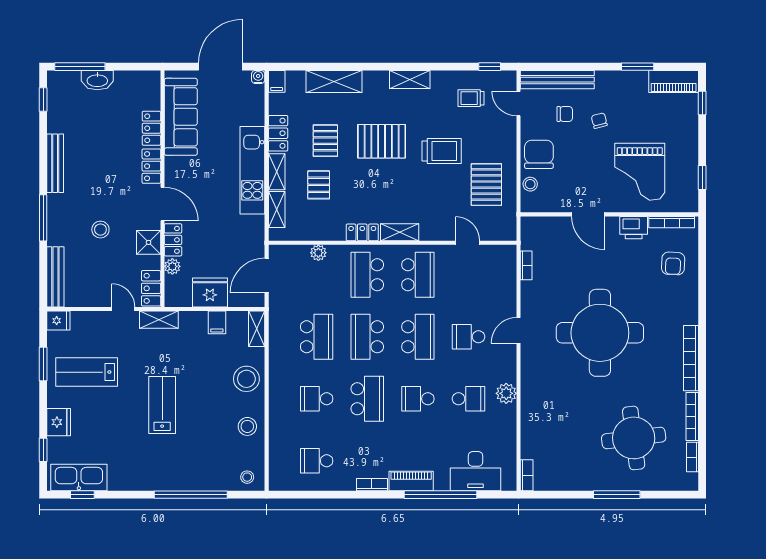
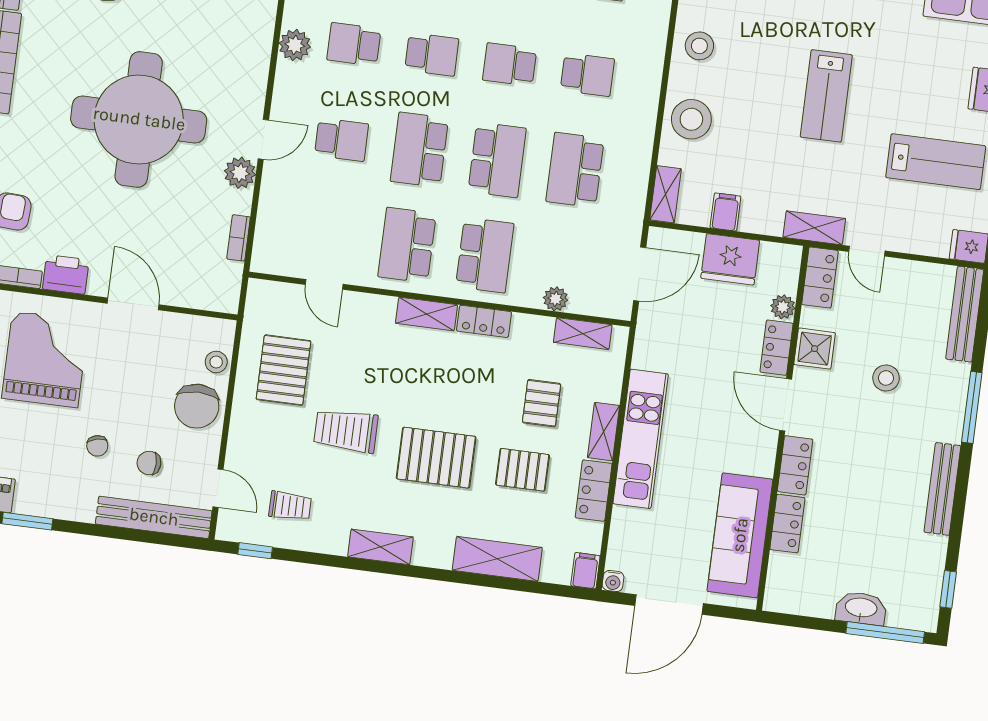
pallet: (325, 141) -> (522, 470), turned 90
shelving: (277, 210) -> (583, 334), moved, turned 90
plant: (531, 307) -> (240, 173), added
school desk: (367, 399) -> (510, 65), width x0.54

